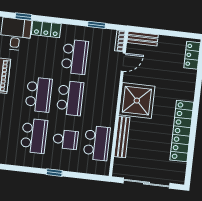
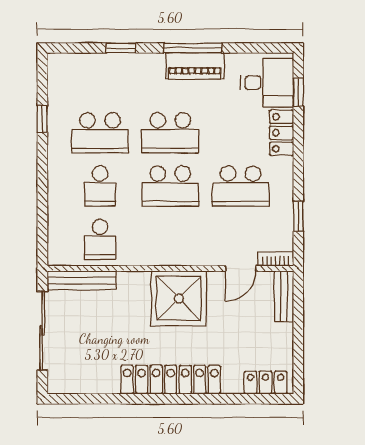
door: (123, 62) -> (241, 268), hinge flipped
locker: (182, 131) -> (171, 380), moved
bench: (122, 137) -> (81, 280), moved
school desk: (97, 143) -> (100, 239), width x0.54
window: (54, 173) -> (42, 119), moved

